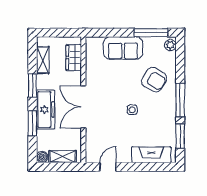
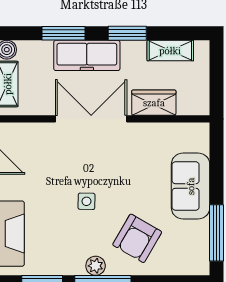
plant: (170, 45) -> (96, 266), moved
wardrobe: (74, 58) -> (154, 103), moved

